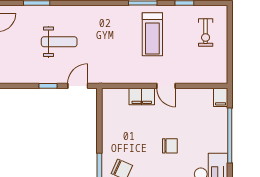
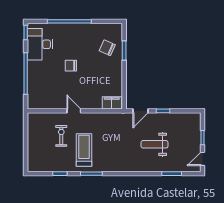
exercise bike: (206, 33) -> (61, 136), moved
filing cabinet: (142, 97) -> (112, 103), moved
filing cabinet: (221, 97) -> (33, 102), removed

